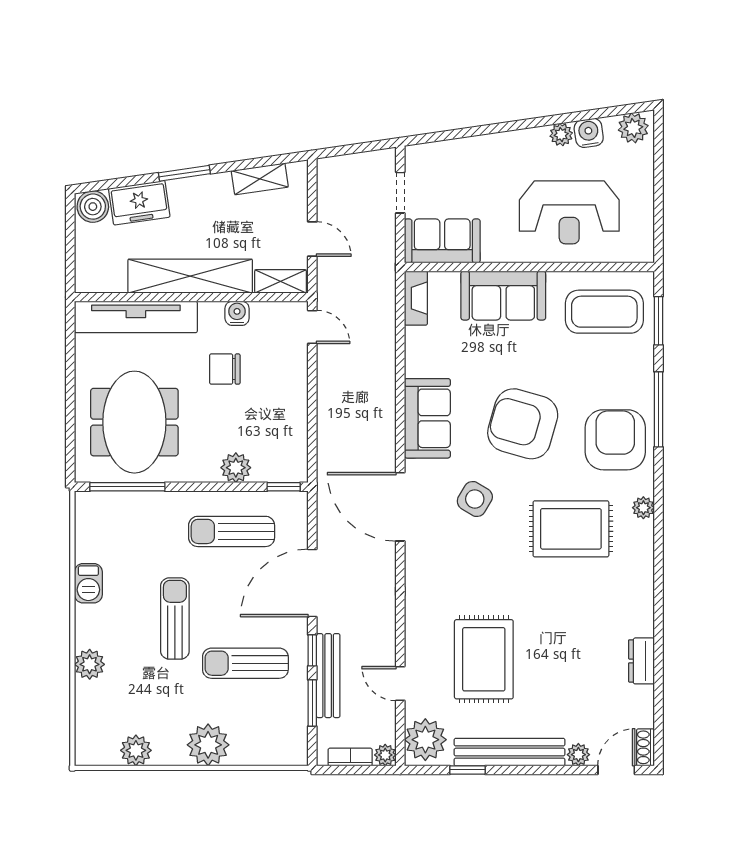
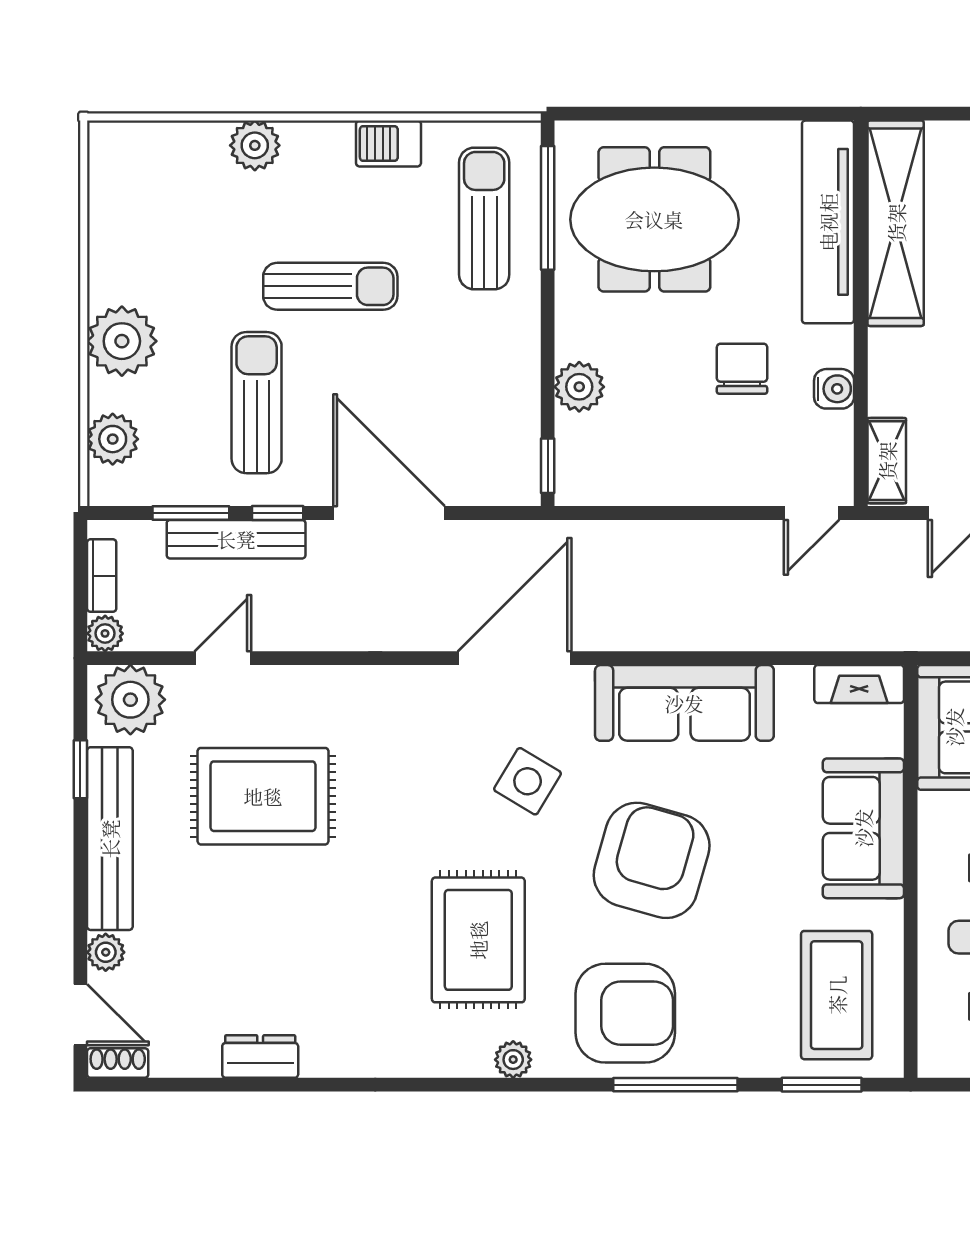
shelving: (190, 276) -> (896, 223), moved
sofa: (427, 418) -> (684, 703), width x1.36
sun lounger: (232, 531) -> (484, 219), moved
plant: (136, 750) -> (113, 439), moved

